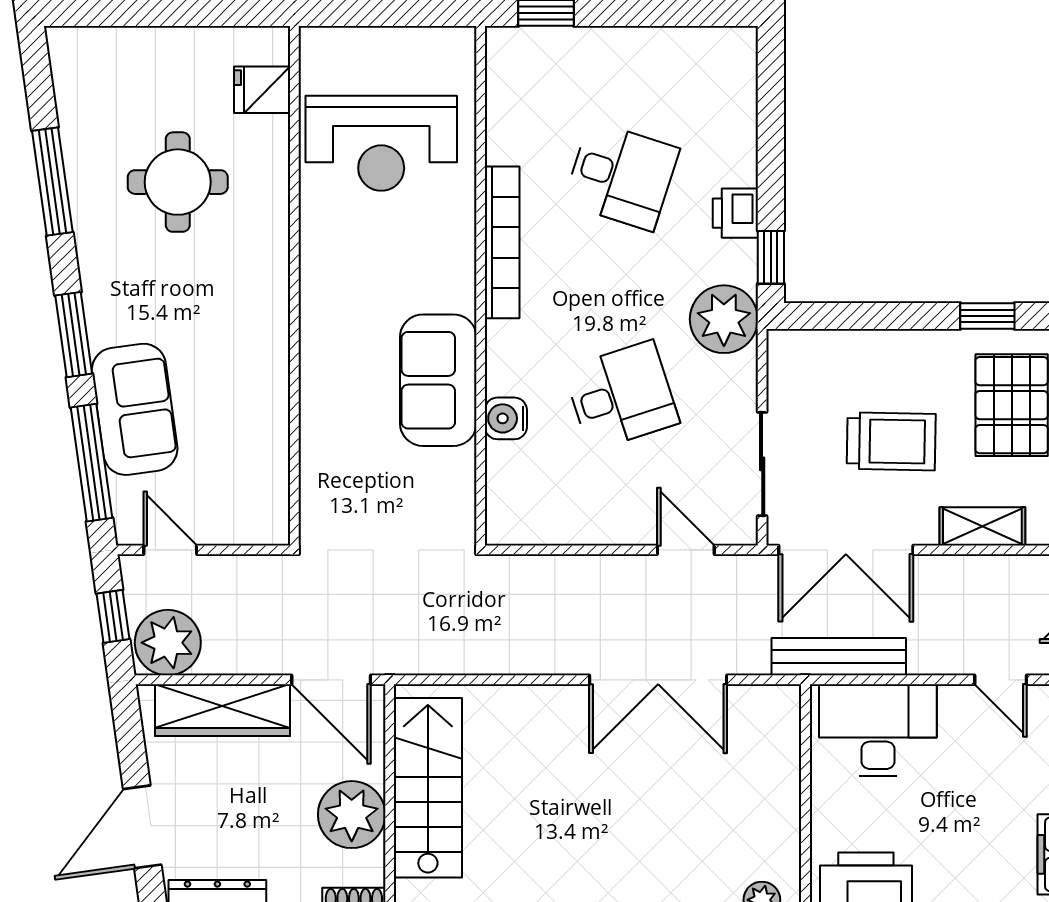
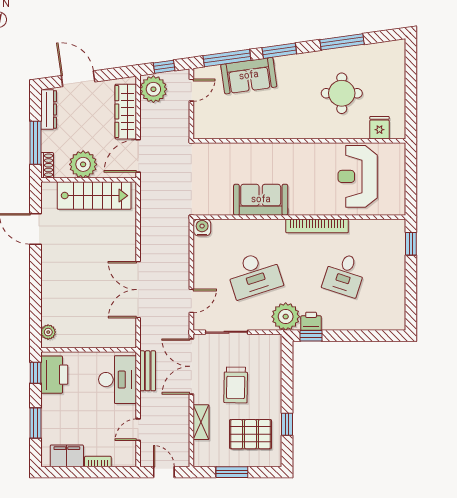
printer: (735, 213) -> (311, 321), moved
desk: (621, 396) -> (254, 275), width x1.37
water cooler: (506, 418) -> (202, 227), moved
bench: (839, 657) -> (148, 371), width x0.73

